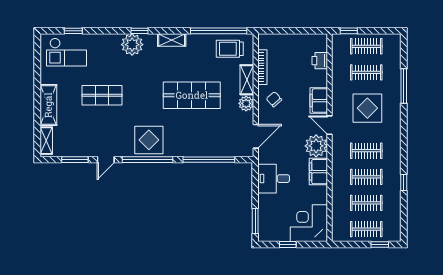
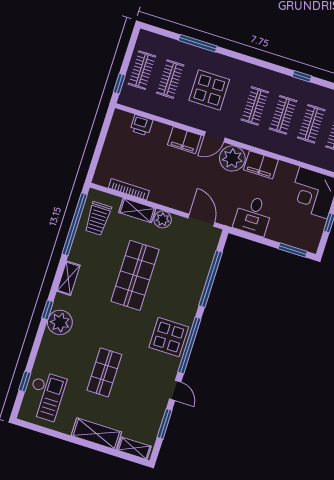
chair: (274, 99) -> (168, 188), removed

